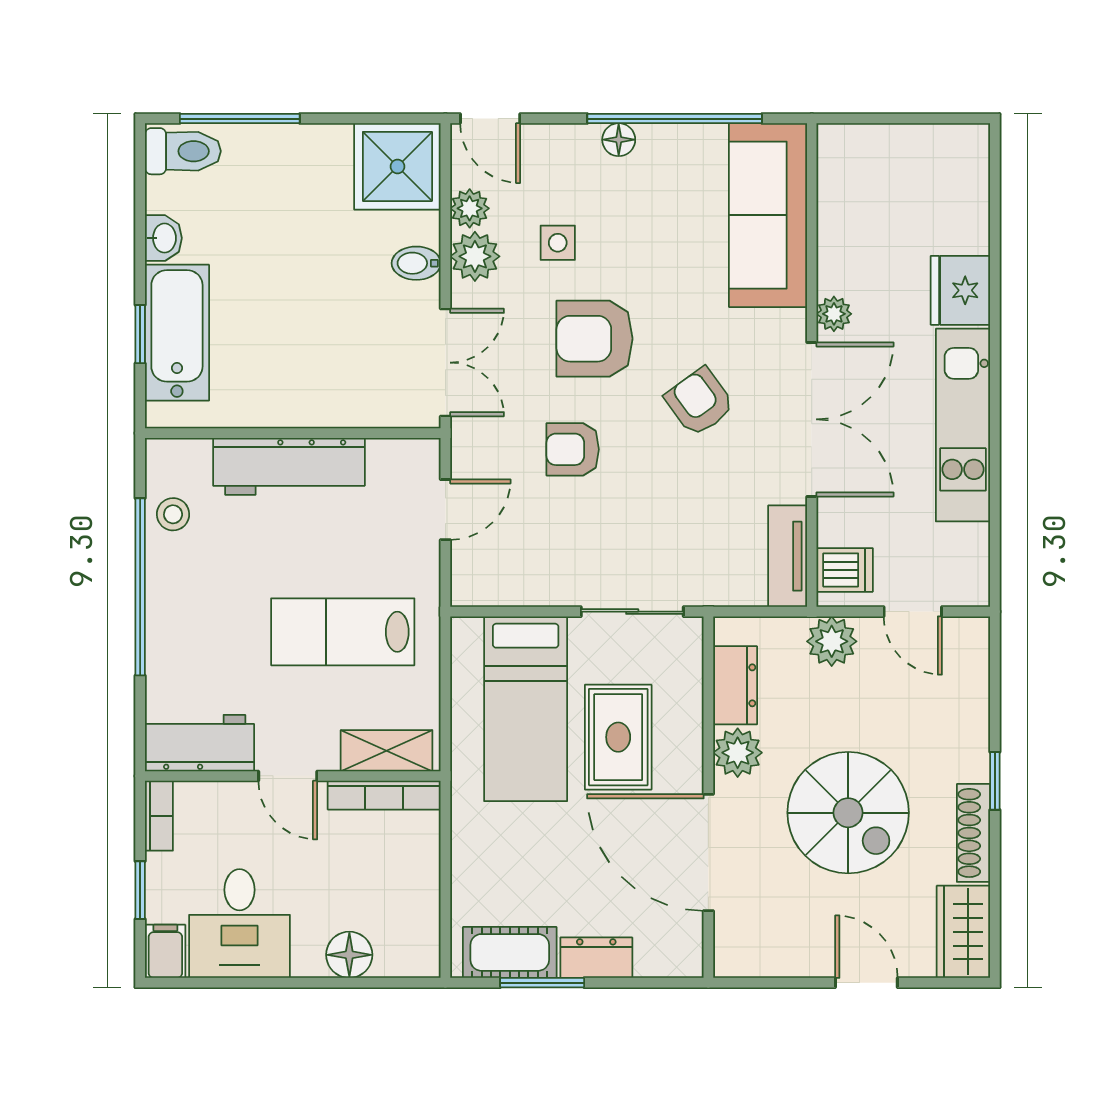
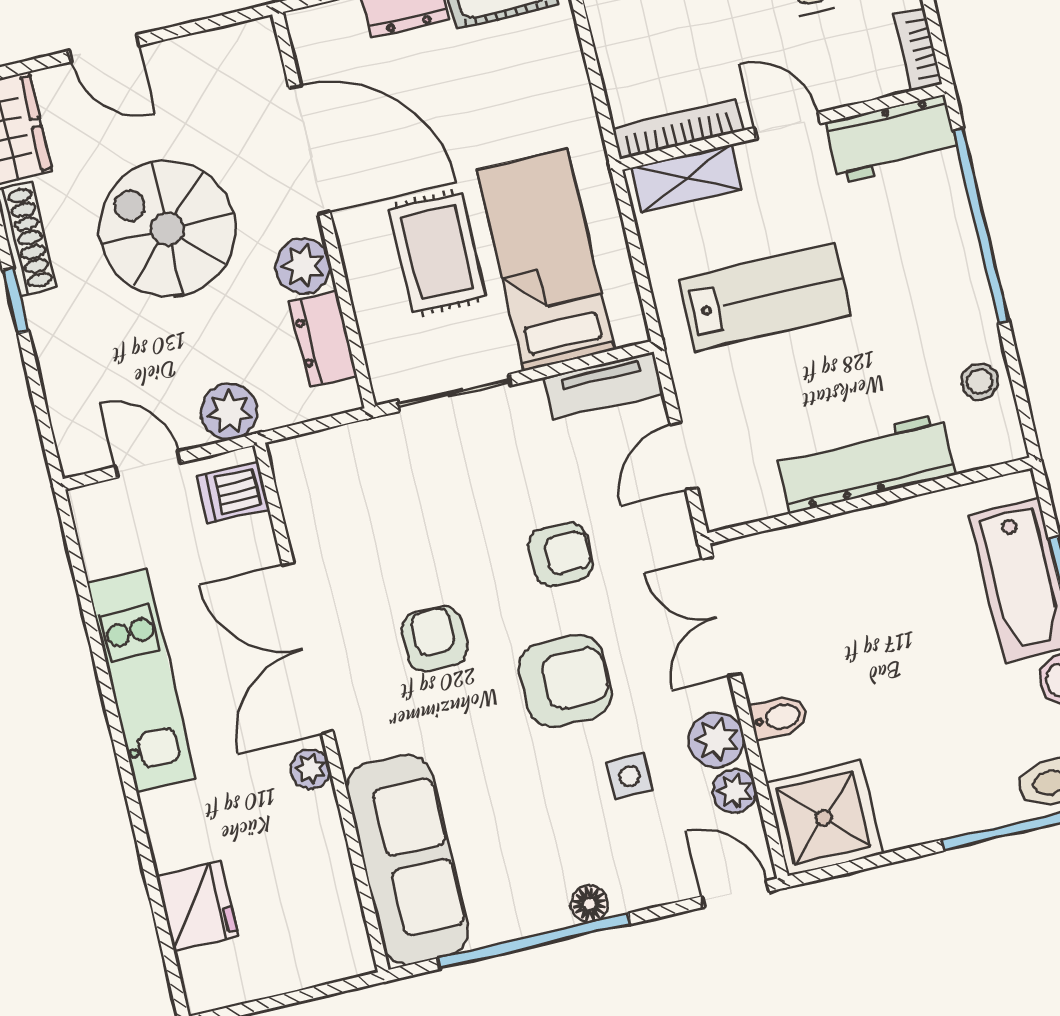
fridge: (960, 290) -> (197, 906), moved
armchair: (700, 402) -> (434, 639), turned -144
tv unit: (788, 556) -> (603, 386), moved, turned 90
window: (140, 587) -> (981, 226), moved

